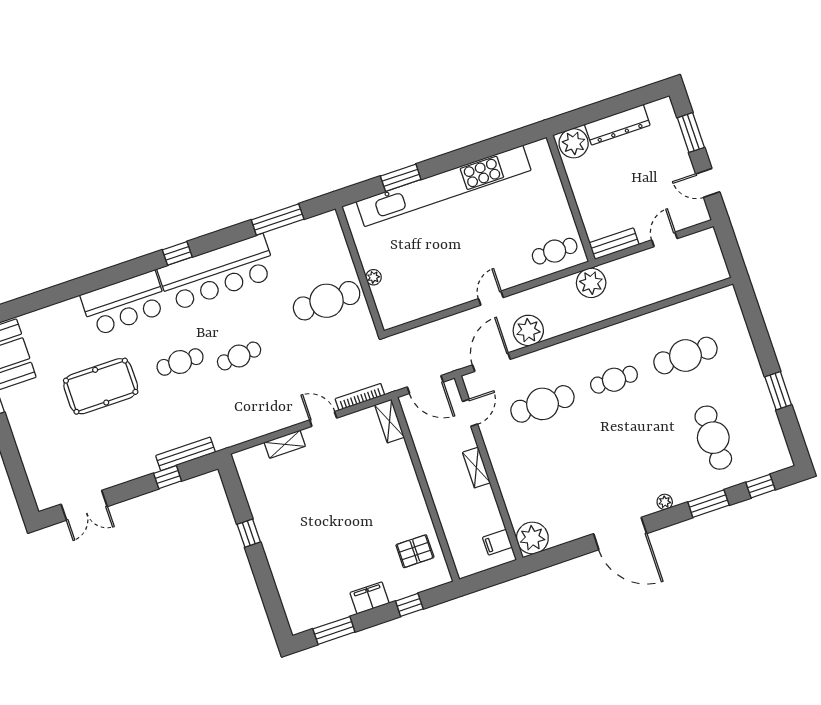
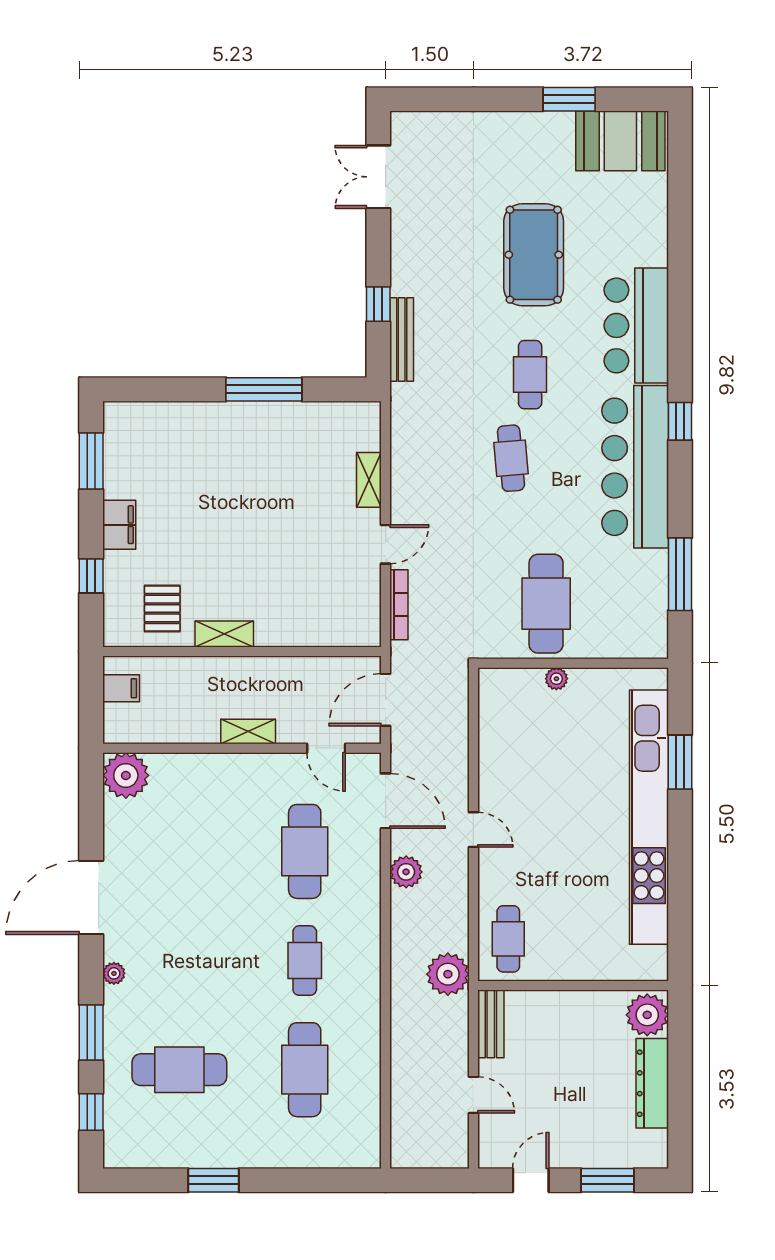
plant: (528, 330) -> (406, 872), width x0.73, depth x0.73
shelving: (389, 421) -> (224, 634), moved
window: (249, 533) -> (264, 389), width x2.17
filing cabinet: (497, 542) -> (121, 688), moved, turned 90

